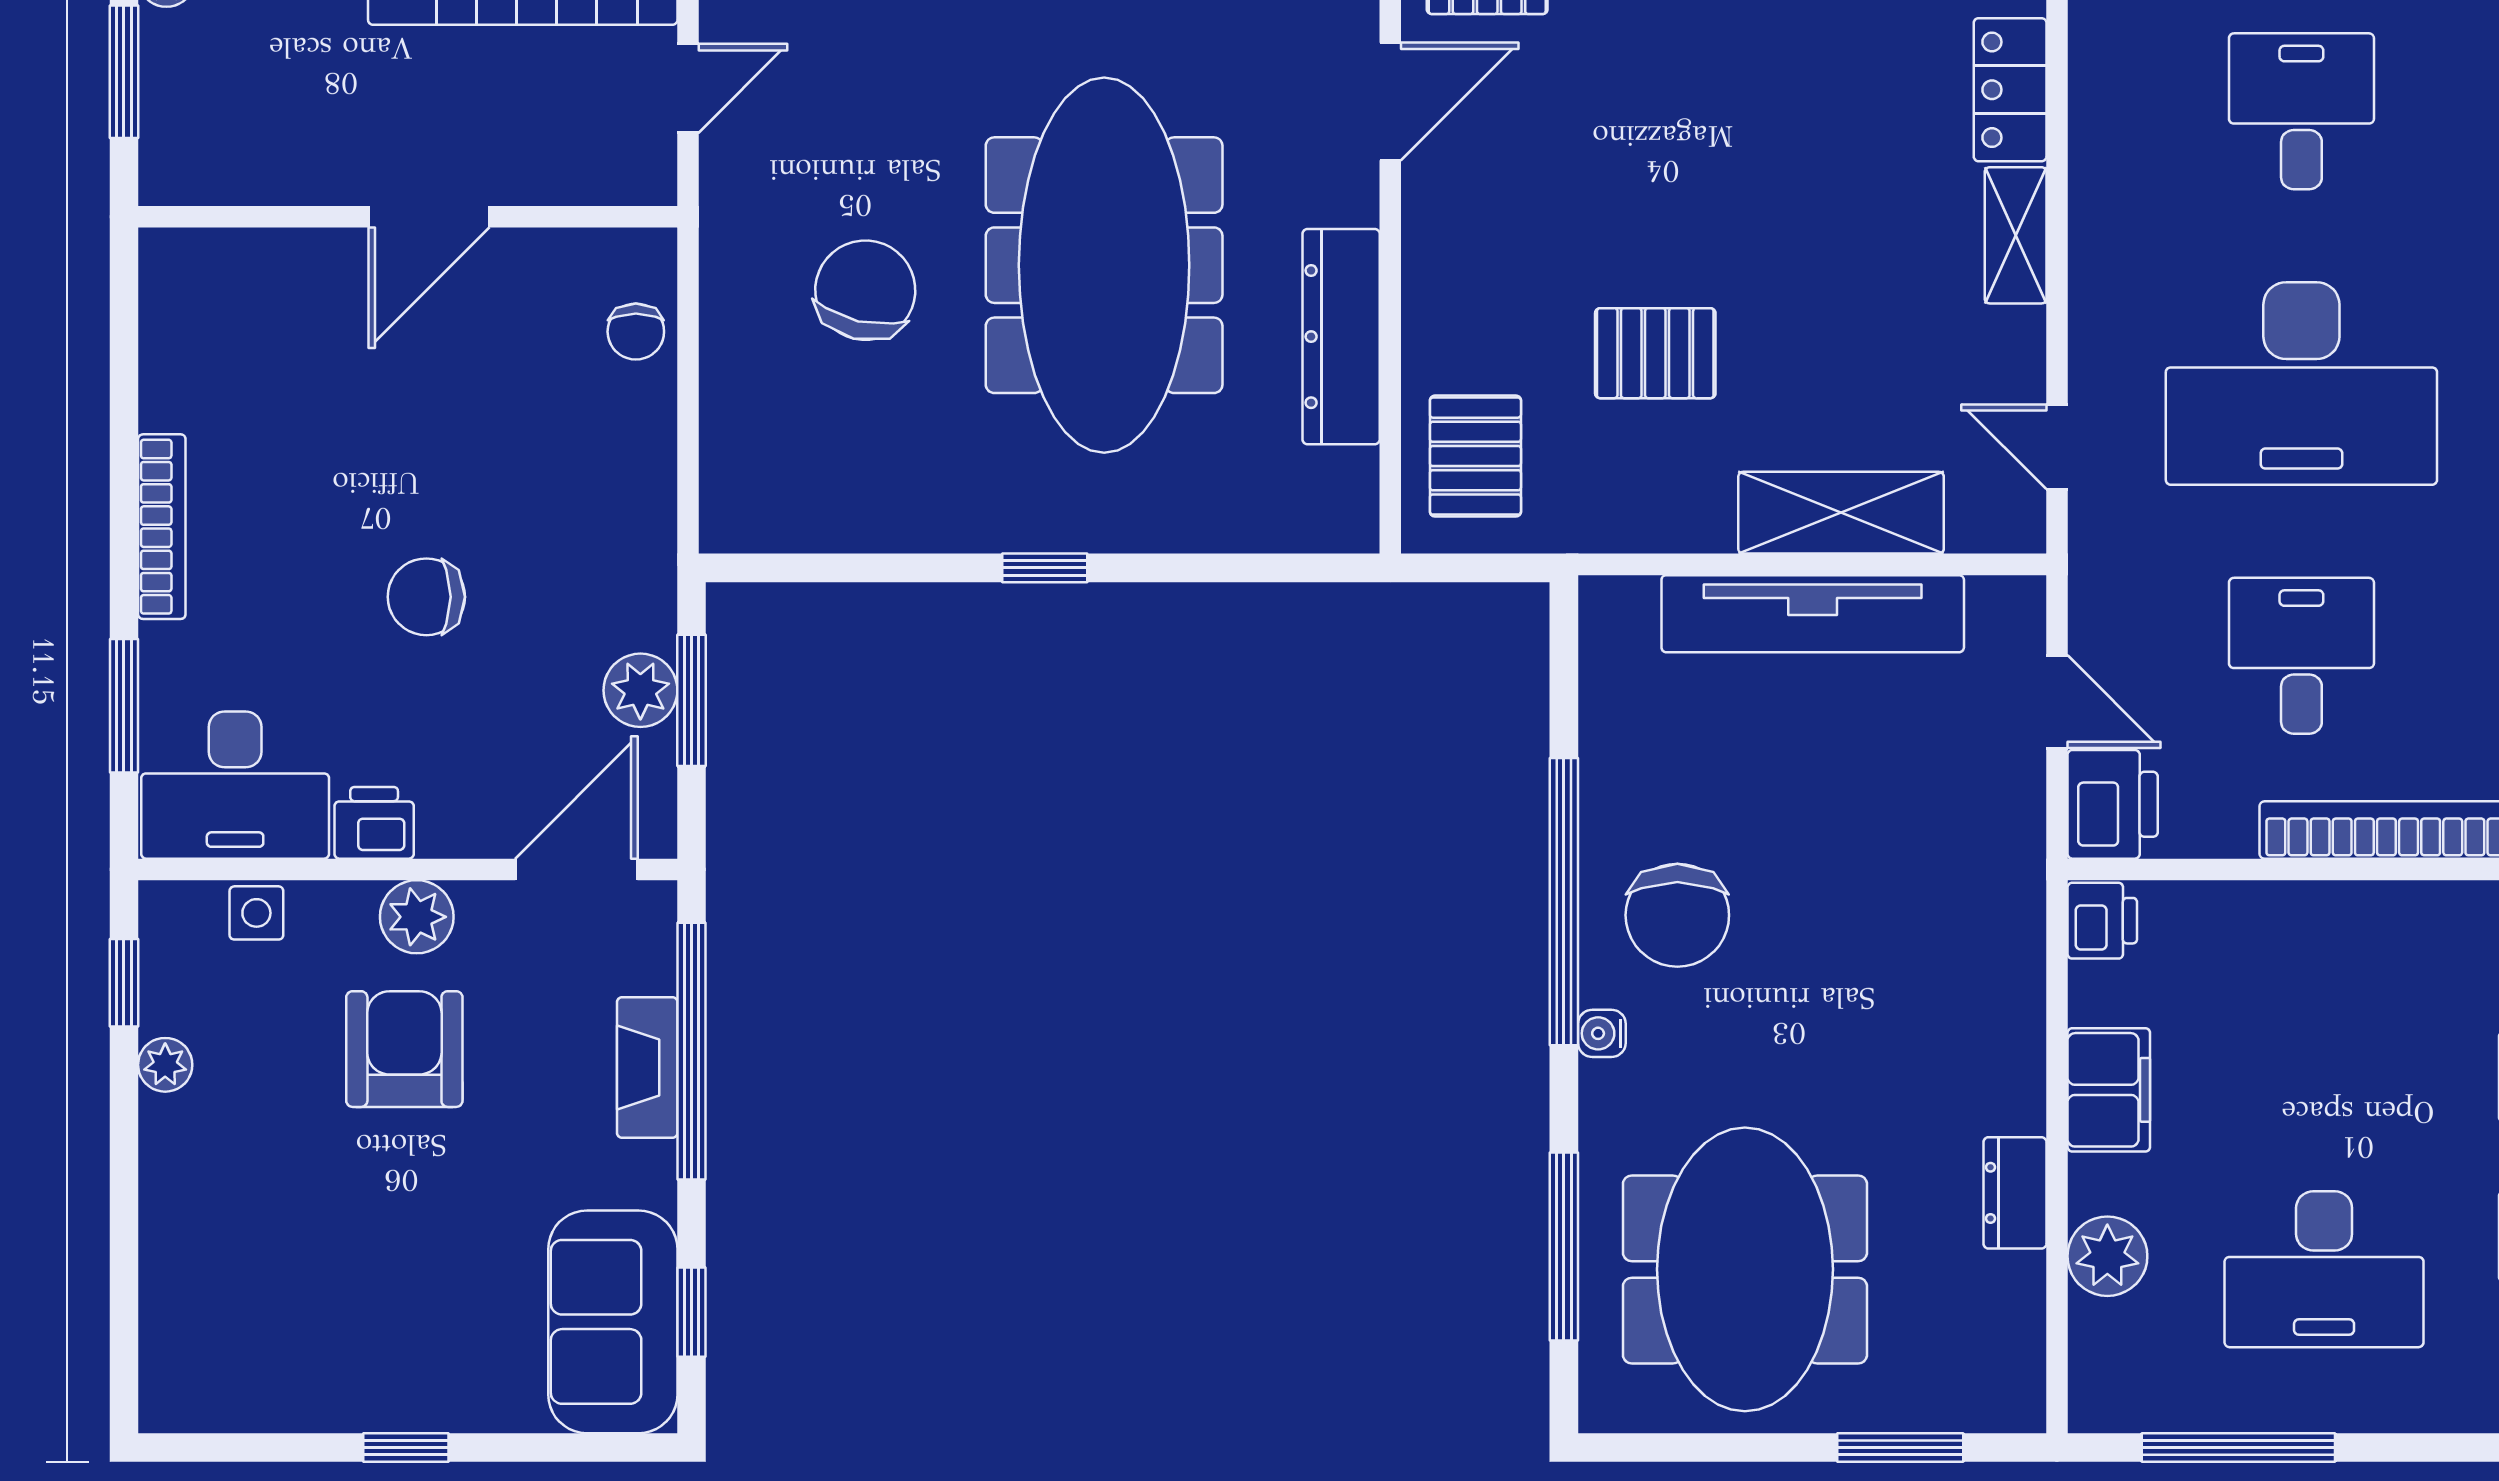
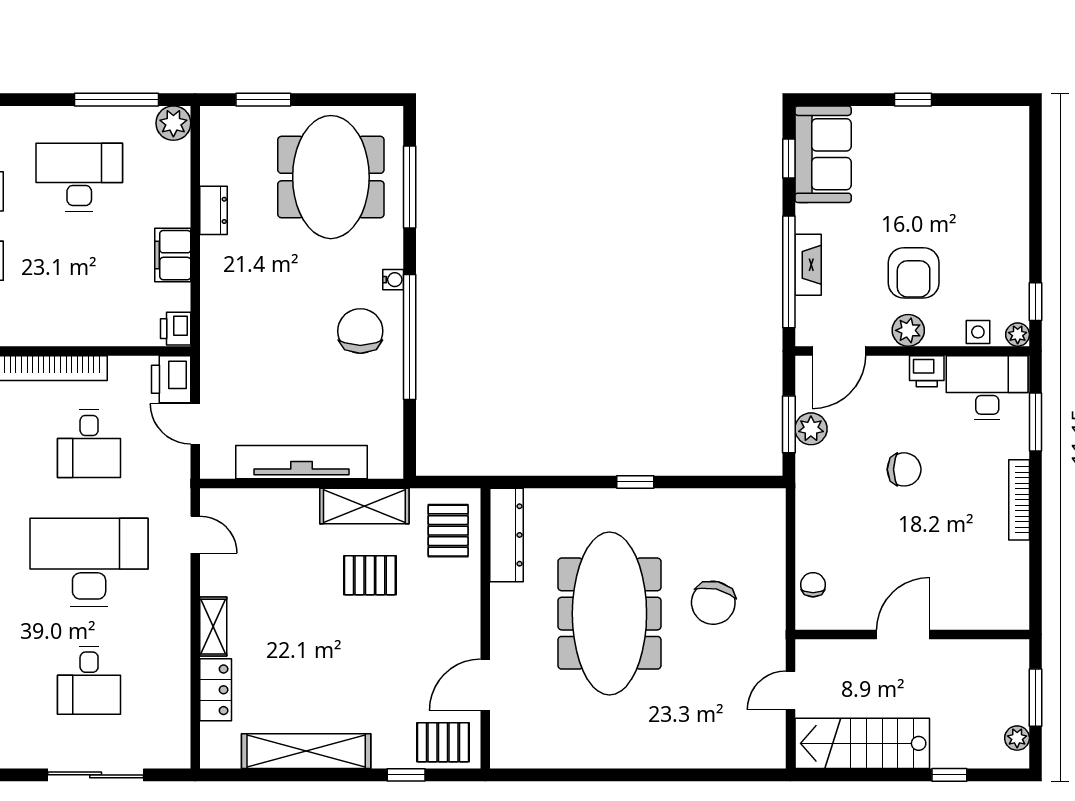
dresser: (1341, 337) -> (506, 535), moved
shelving: (1841, 513) -> (364, 506), moved
plant: (165, 1065) -> (1018, 335), moved
plant: (2107, 1256) -> (173, 123), moved

